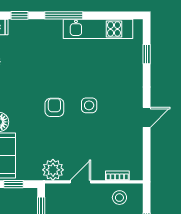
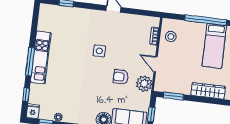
kitchen unit: (98, 29) -> (41, 57), moved
armchair: (54, 107) -> (121, 77), moved

